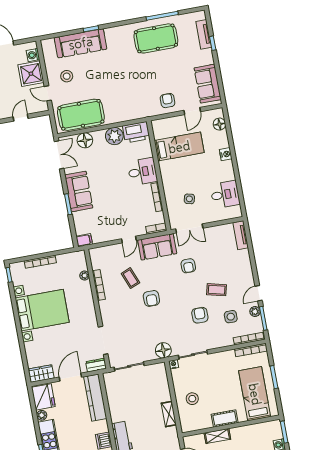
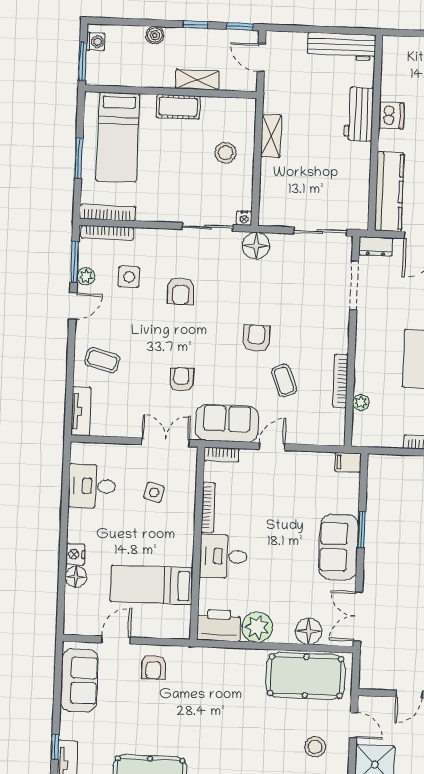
floor lamp: (219, 124) -> (76, 577), moved
coffee table: (217, 290) -> (102, 360), moved

